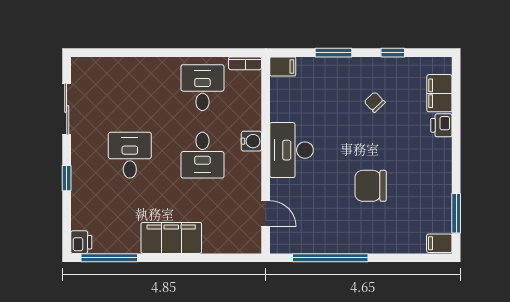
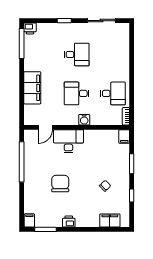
printer: (441, 125) -> (69, 222), moved
desk: (291, 150) -> (68, 141), moved
filing cabinet: (171, 238) -> (32, 88), moved

